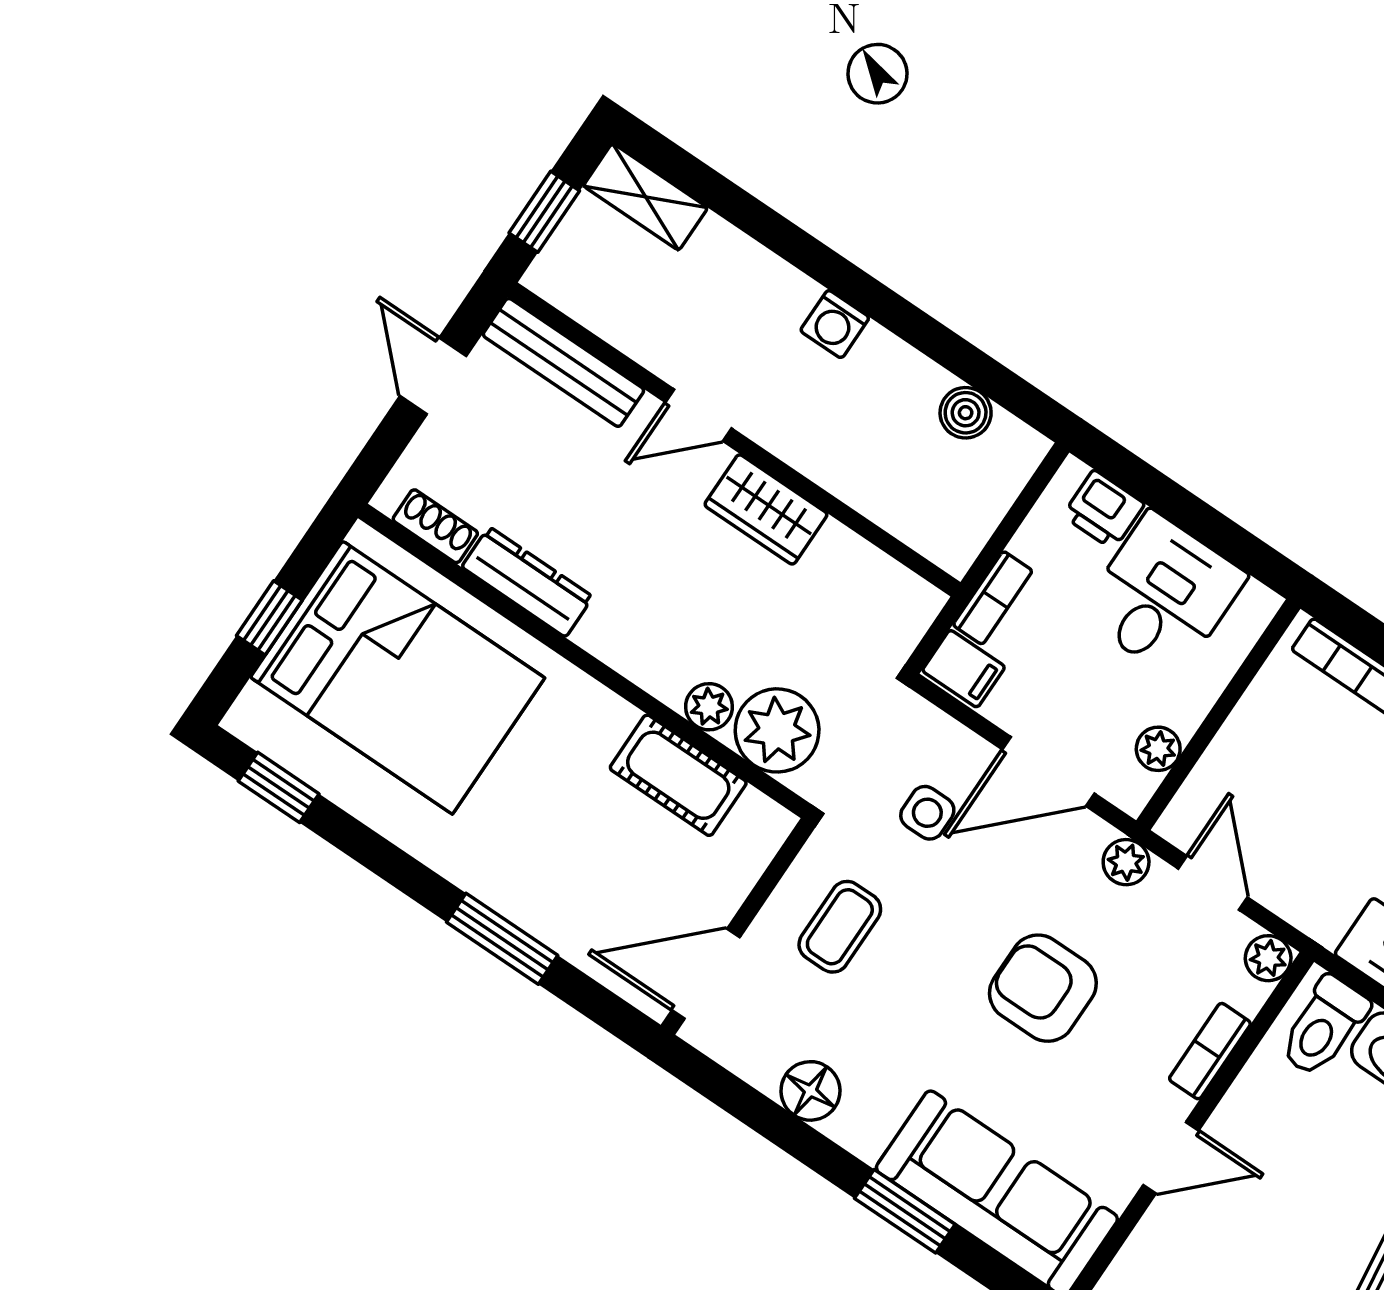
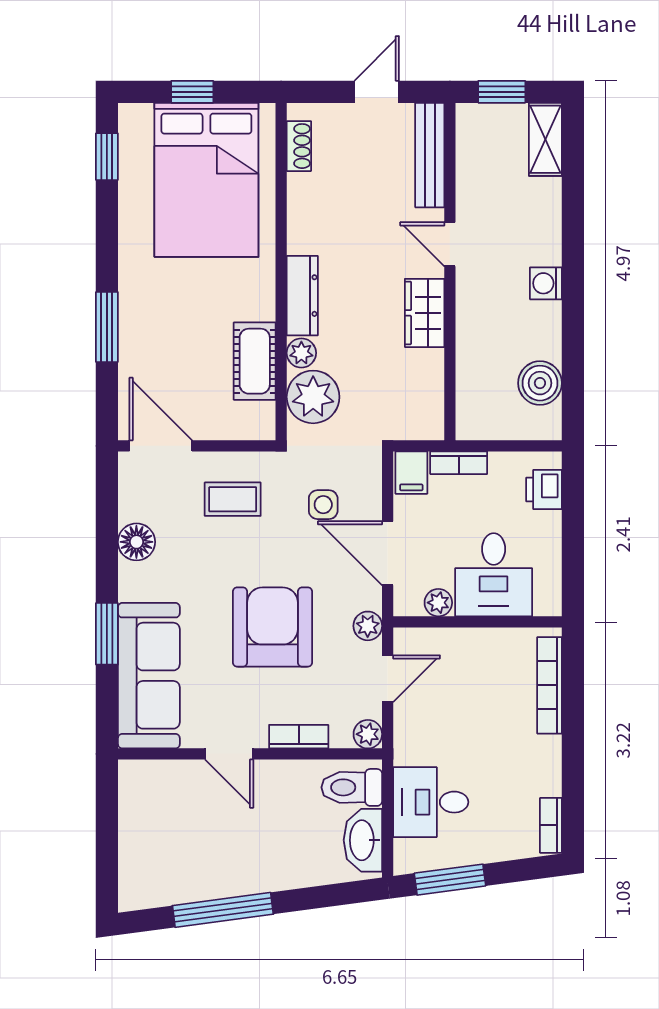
boiler: (966, 413) -> (540, 383), width x1.36, depth x1.36
dresser: (527, 582) -> (302, 296), moved
desk: (1163, 595) -> (494, 575), moved, turned 90
armchair: (1043, 988) -> (272, 627), width x1.36, depth x1.36

